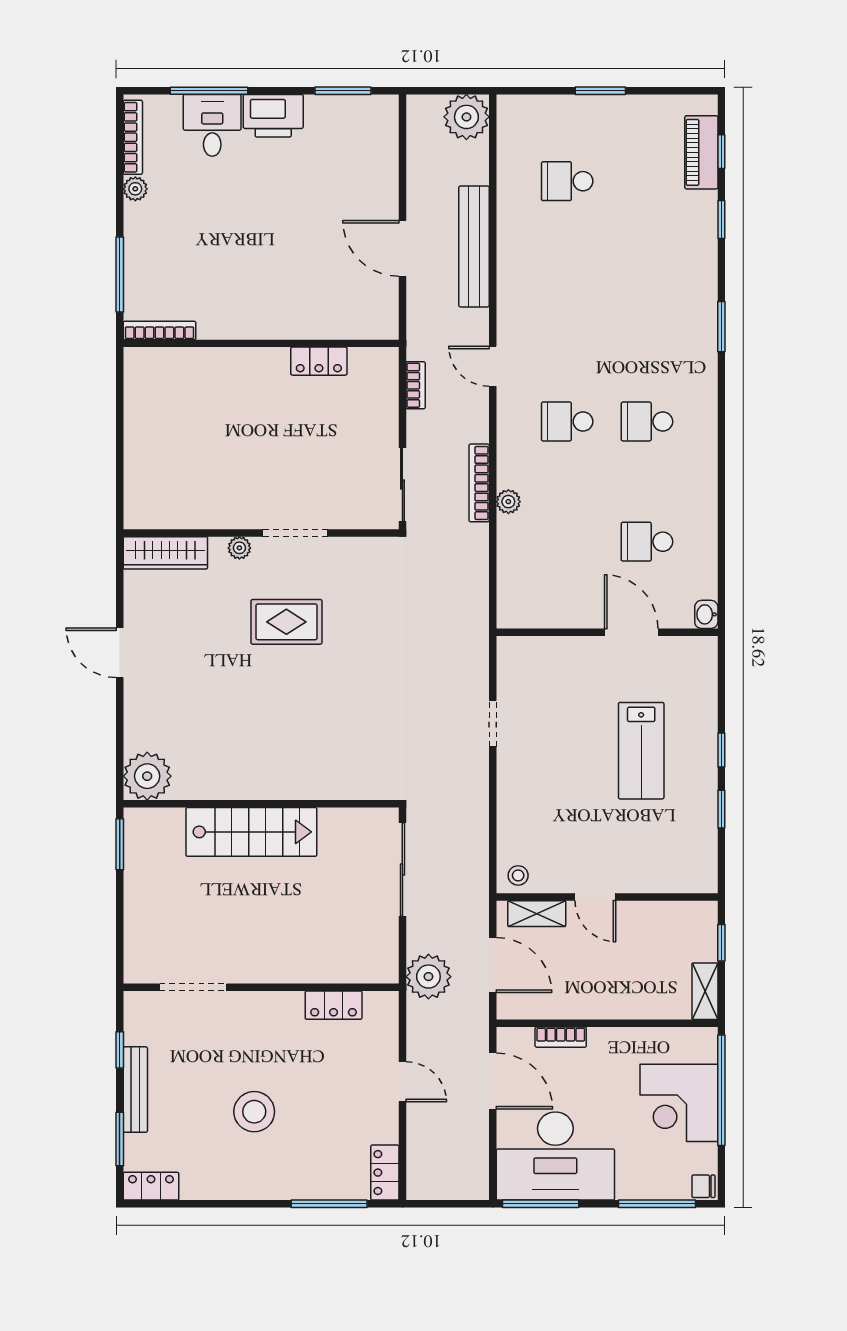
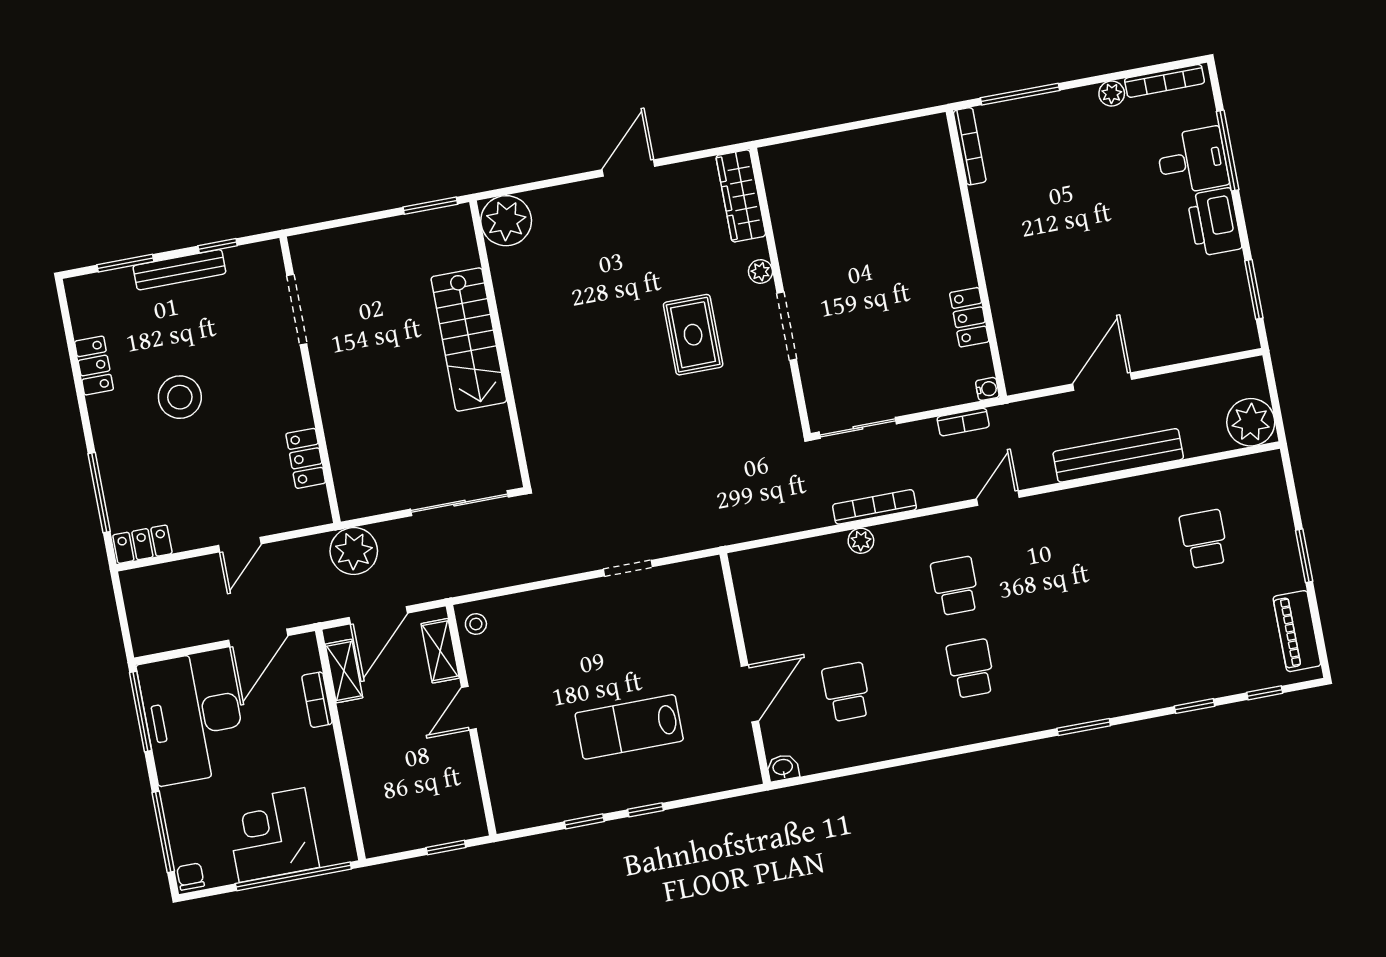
piano: (701, 152) -> (1297, 631), moved, turned -90
water cooler: (389, 357) -> (987, 389), added
shelving: (705, 991) -> (344, 671), moved, turned 90
locker: (151, 1186) -> (94, 366), moved

